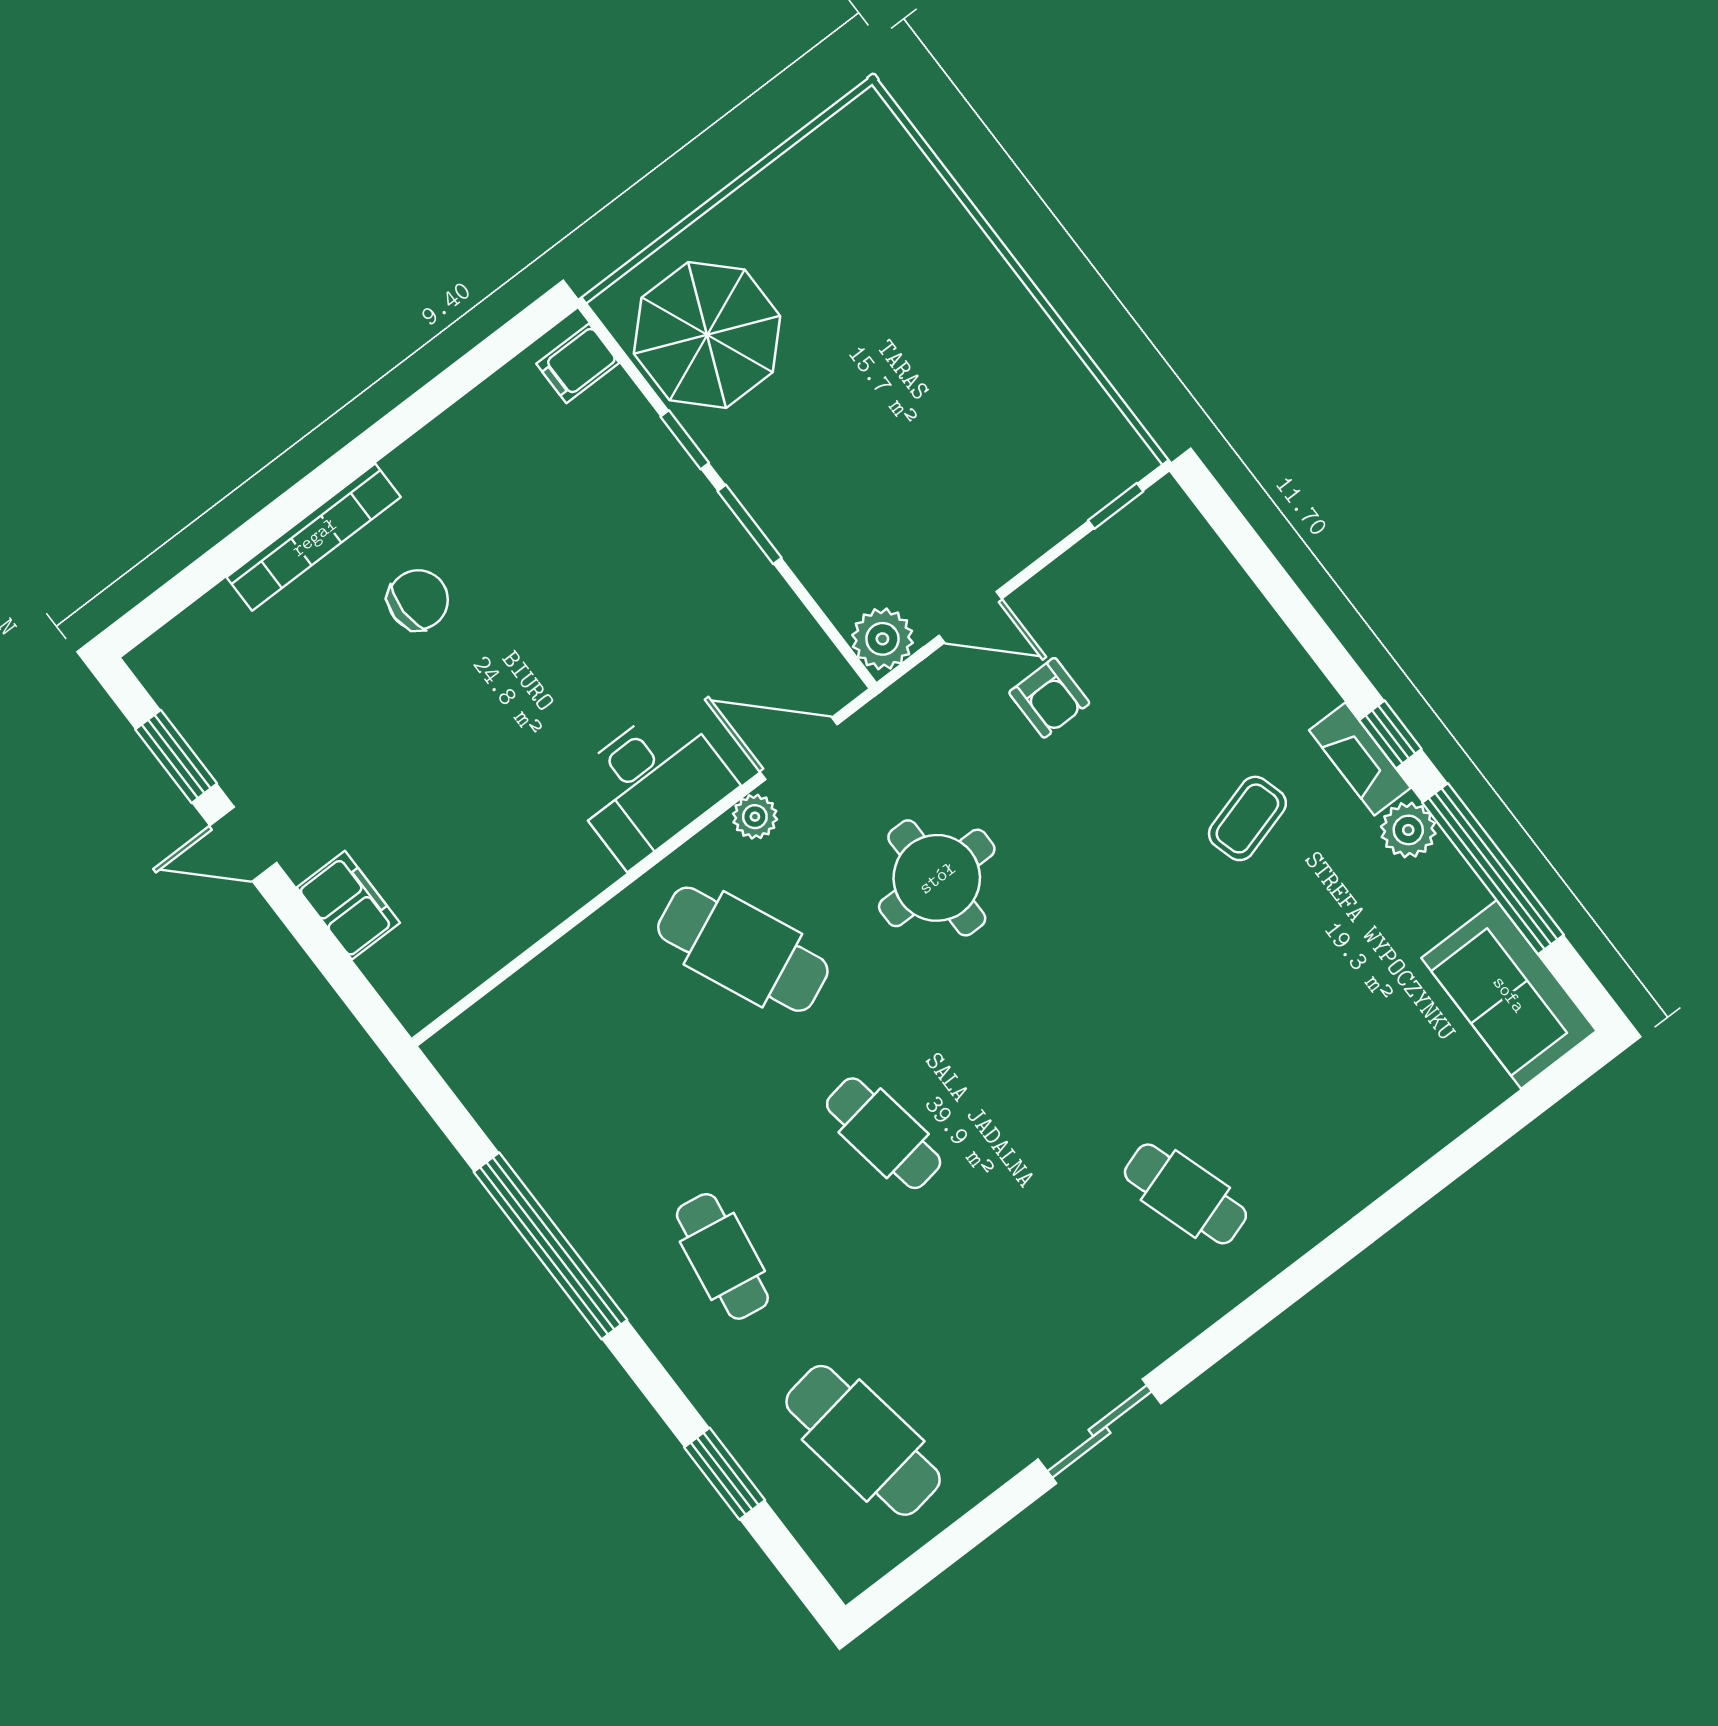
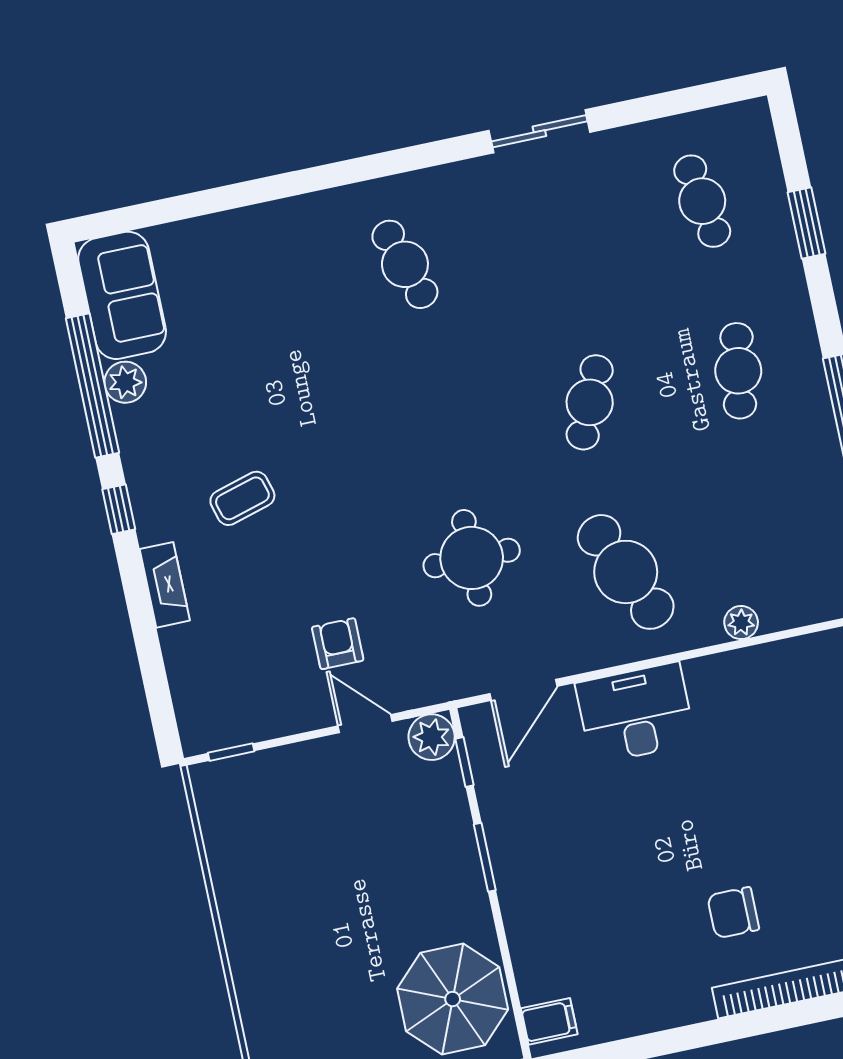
window: (685, 440) -> (465, 762), moved
door: (799, 748) -> (523, 690), hinge flipped
fireplace: (1360, 759) -> (165, 585), moved
plant: (755, 817) -> (741, 623), moved
plant: (1408, 830) -> (125, 382), moved
cafe table: (884, 1133) -> (590, 402), turned 33
cafe table: (863, 1440) -> (702, 201), width x0.73, depth x0.74

